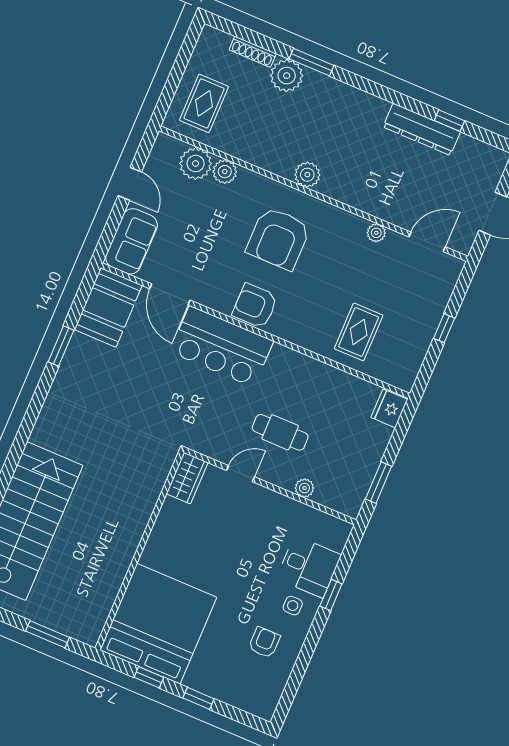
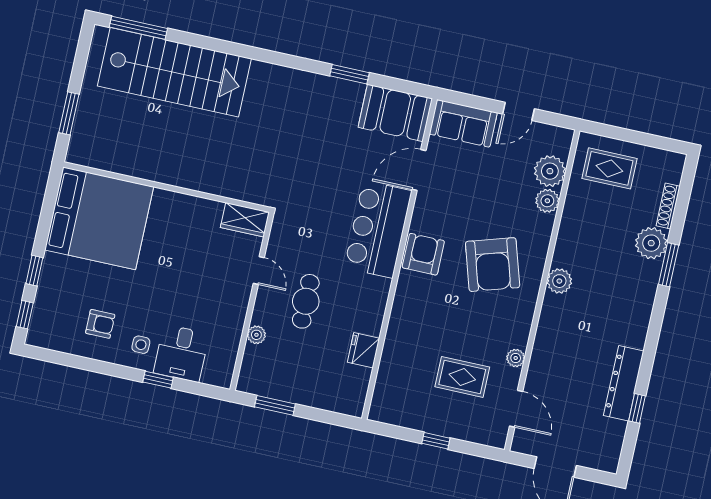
armchair: (278, 238) -> (493, 265), turned -107
rug: (359, 332) -> (462, 377), moved
fridge: (389, 408) -> (364, 350), moved, turned -90
window: (149, 677) -> (25, 315), moved

